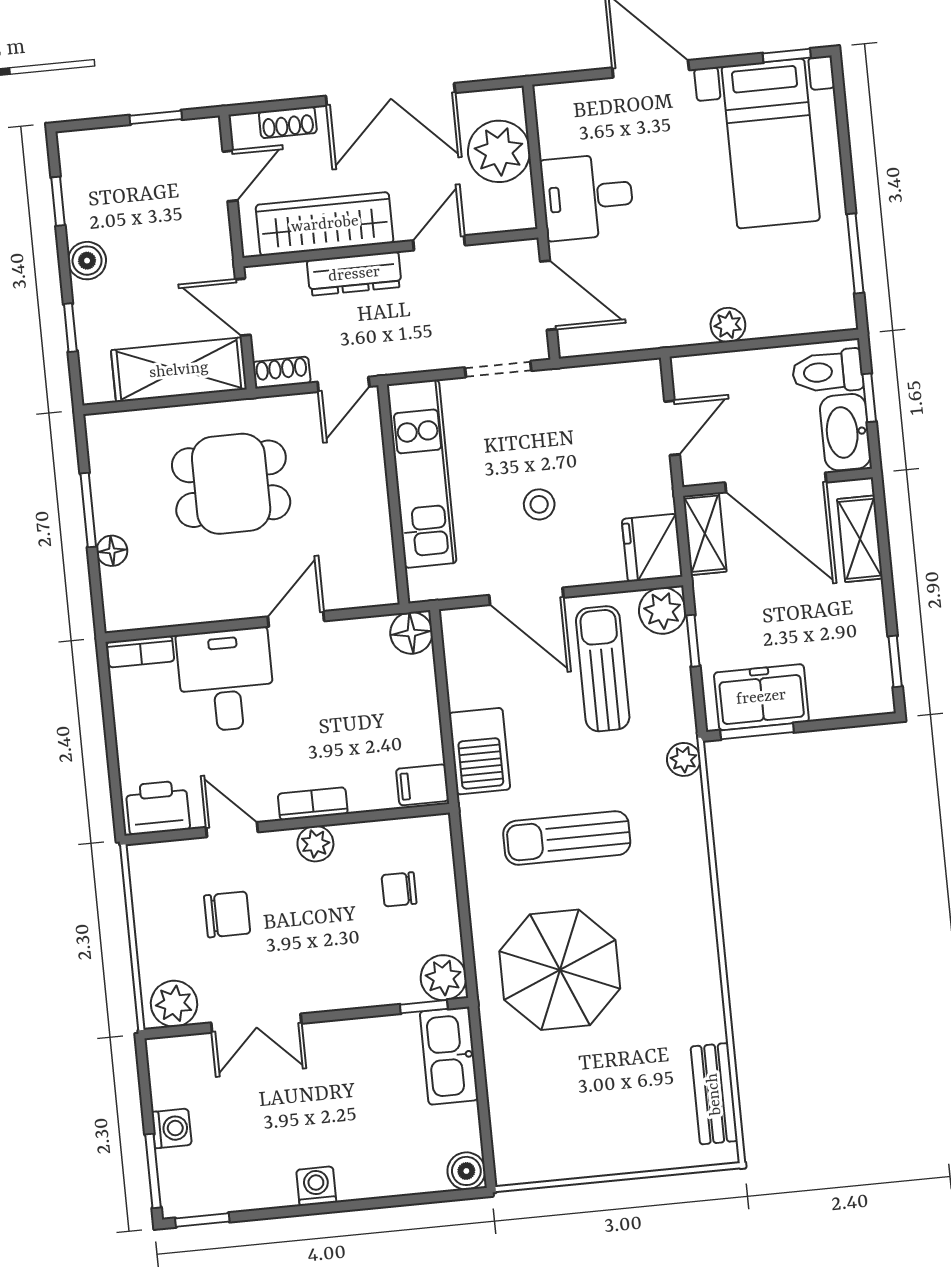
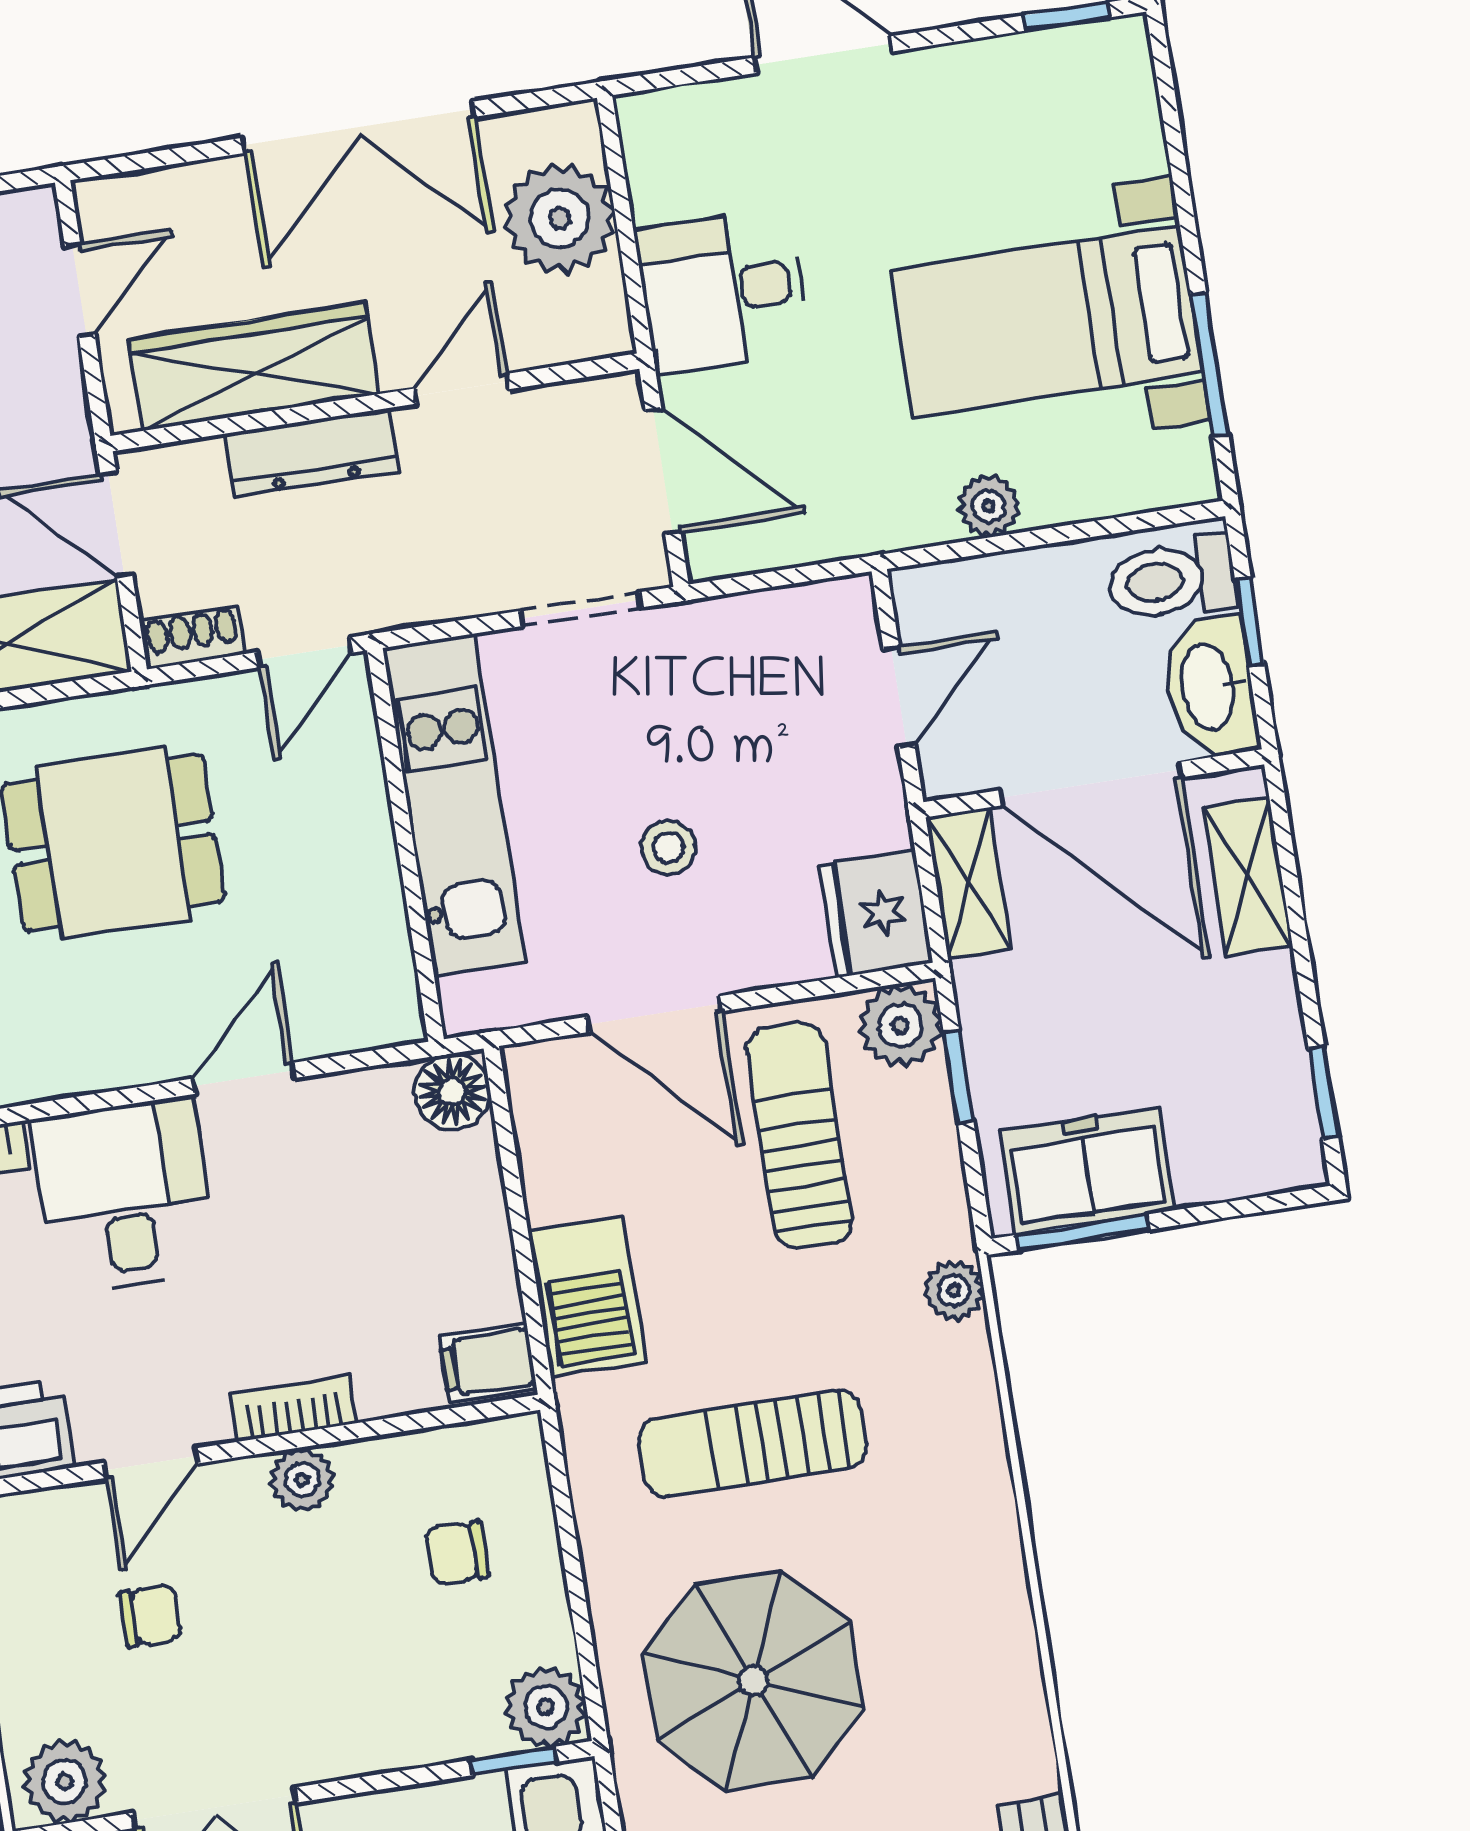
shoe rack: (288, 122) -> (178, 188), removed
bed with nightstands: (771, 143) -> (1046, 321), moved, turned 90
door: (232, 830) -> (151, 1463), swing flipped
chair: (227, 914) -> (151, 1616), width x0.73, depth x0.73

